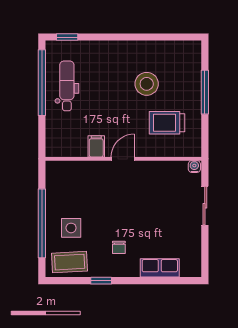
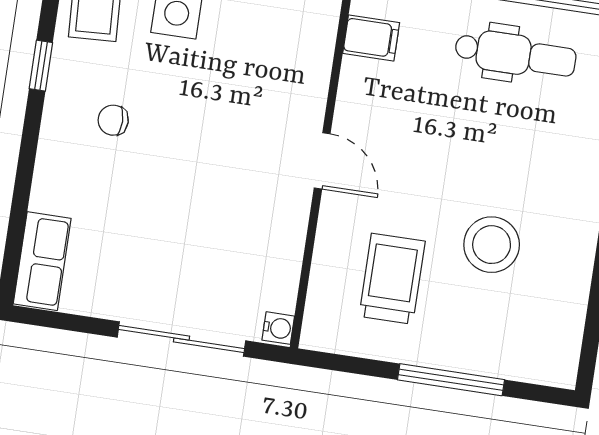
filing cabinet: (96, 146) -> (371, 38), moved
sliding door: (205, 206) -> (181, 339), width x1.37
row of seats: (160, 268) -> (42, 261), moved

